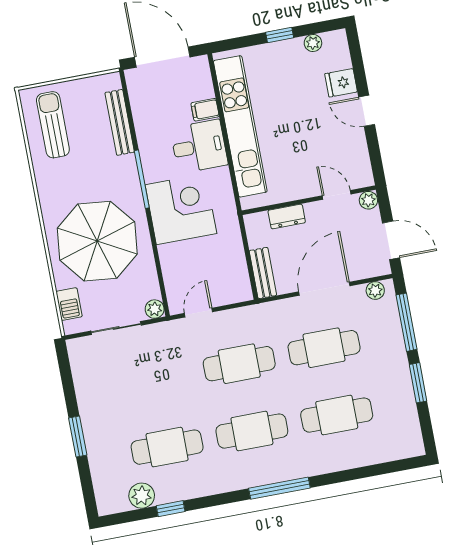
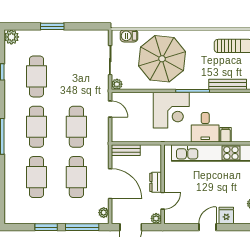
dresser: (287, 216) -> (156, 182), moved
plant: (142, 496) -> (11, 37), moved

